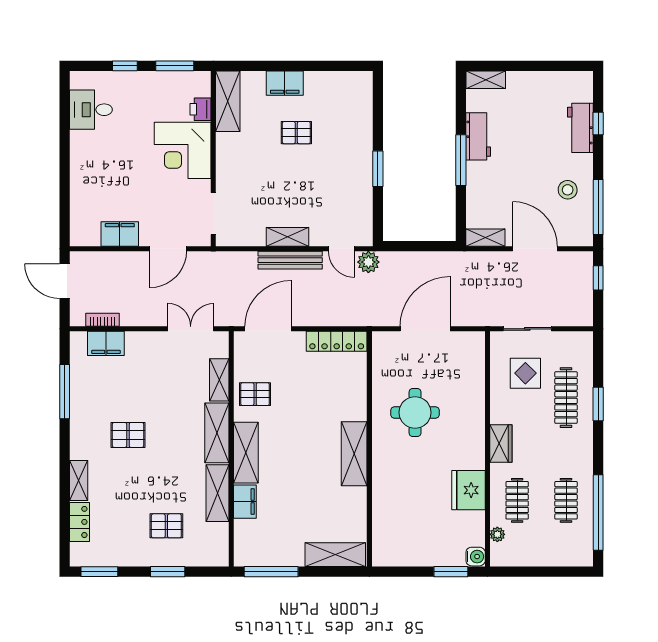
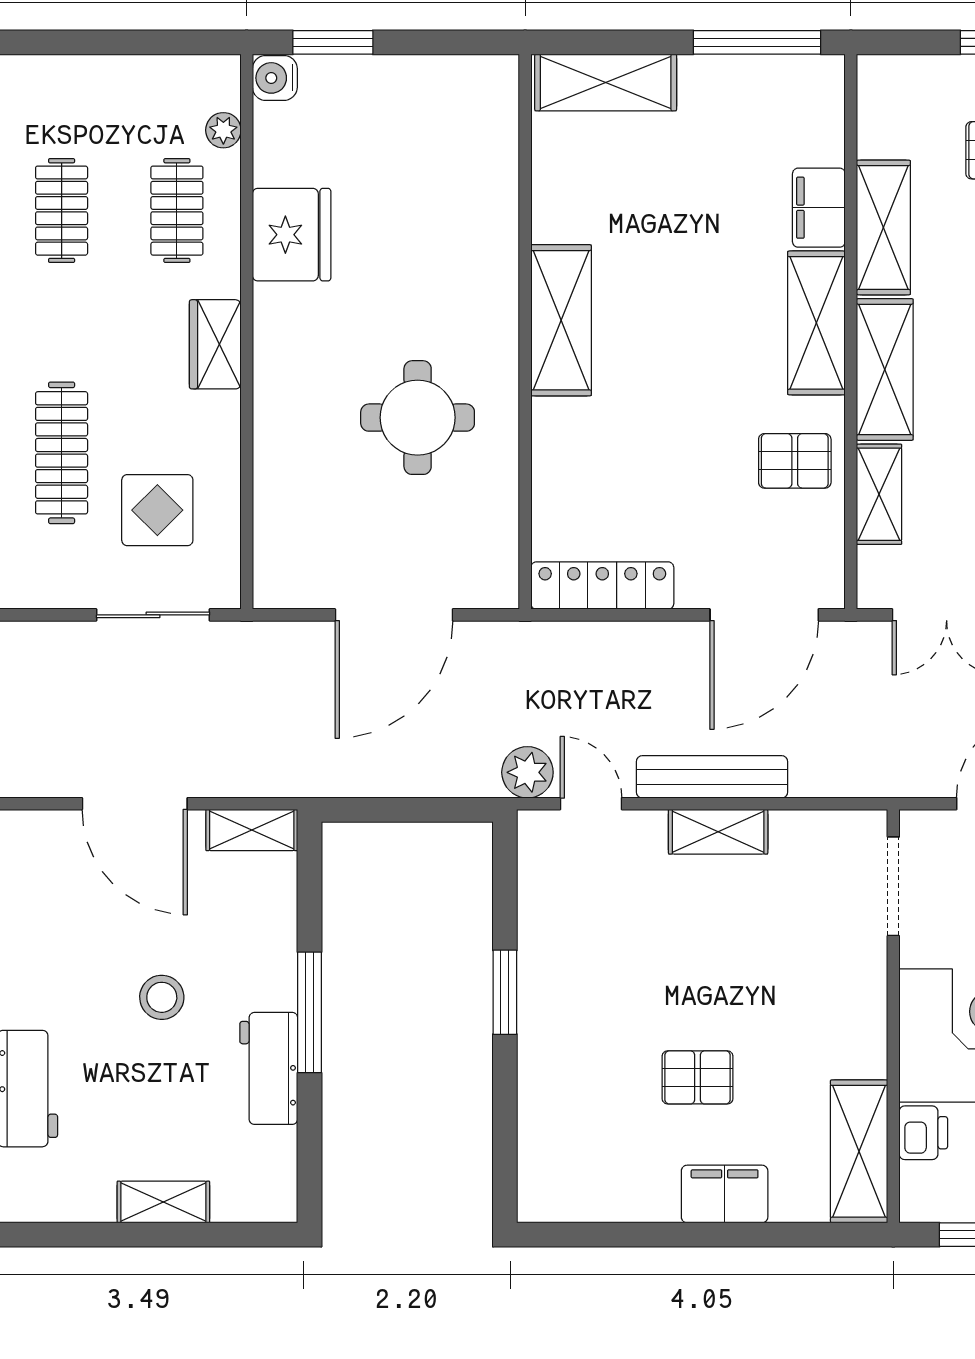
shelving: (486, 80) -> (163, 1202), moved
stool: (568, 190) -> (162, 997), moved

